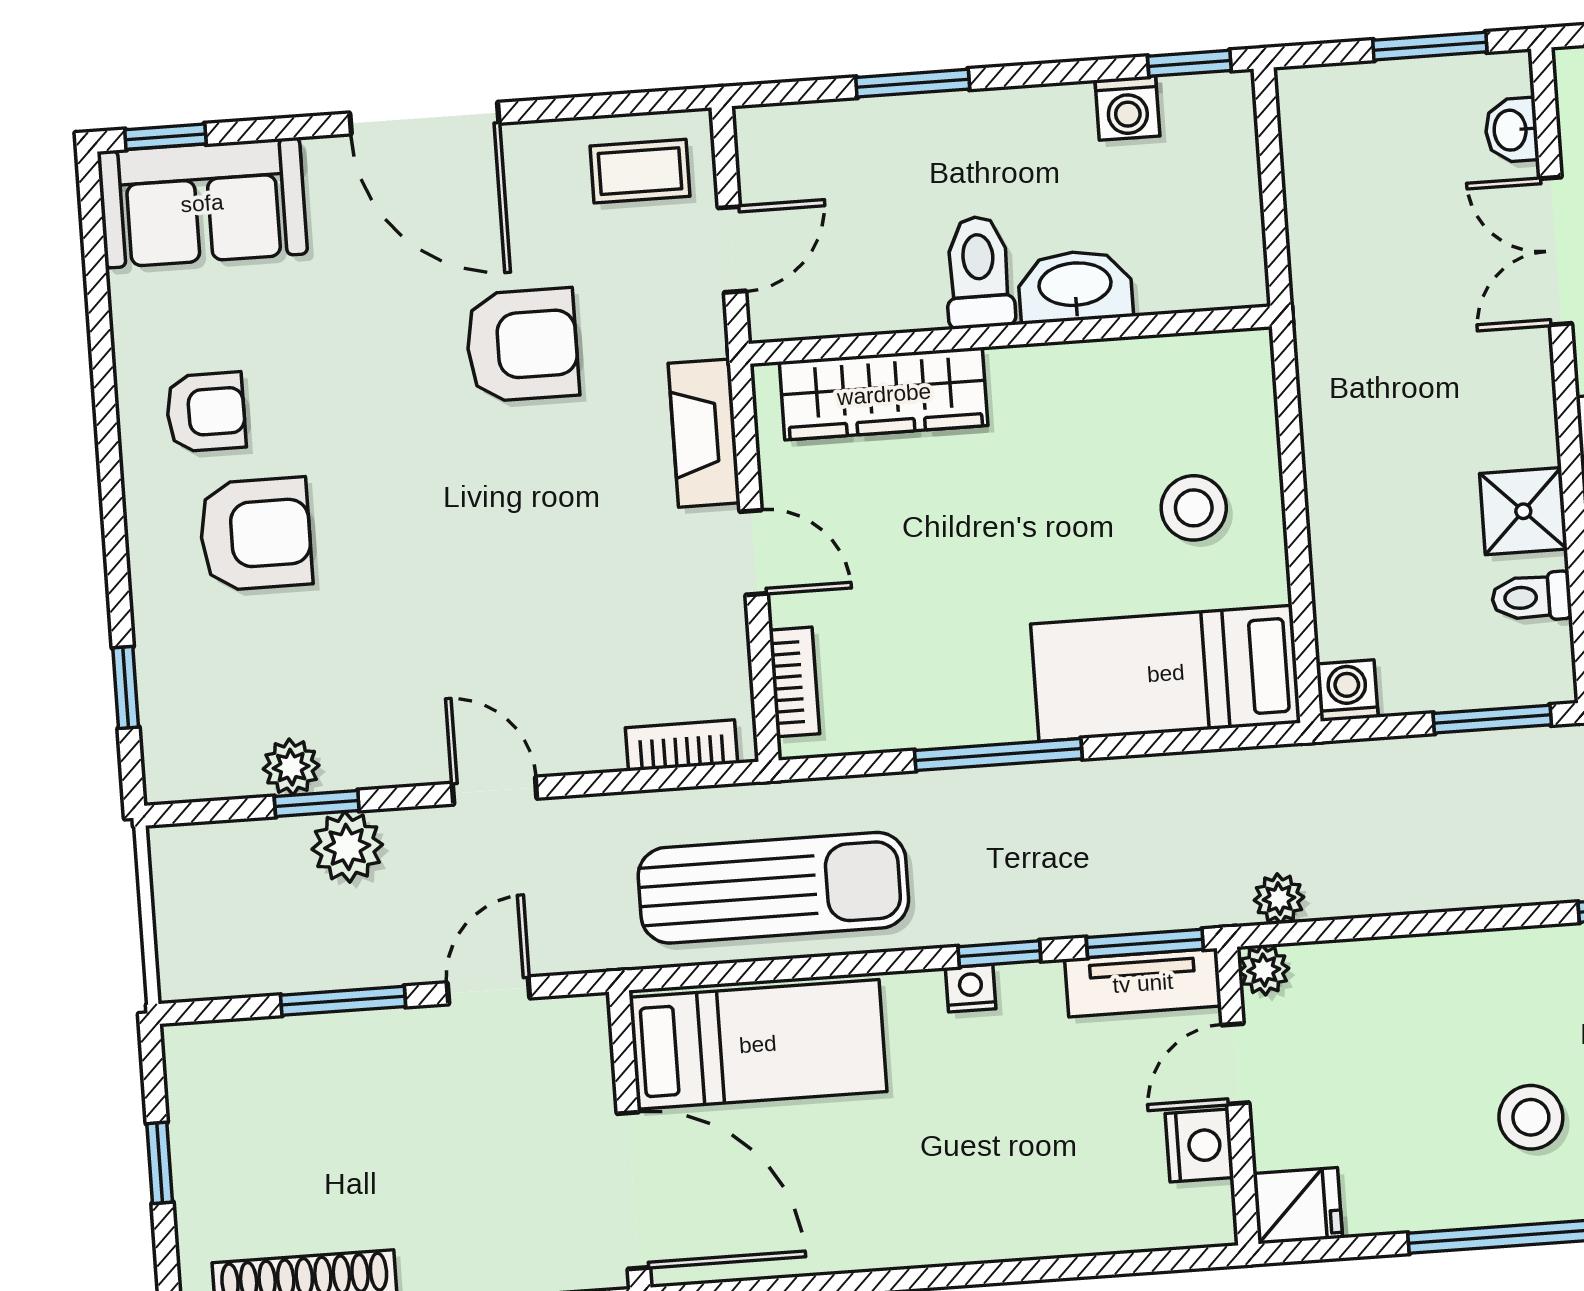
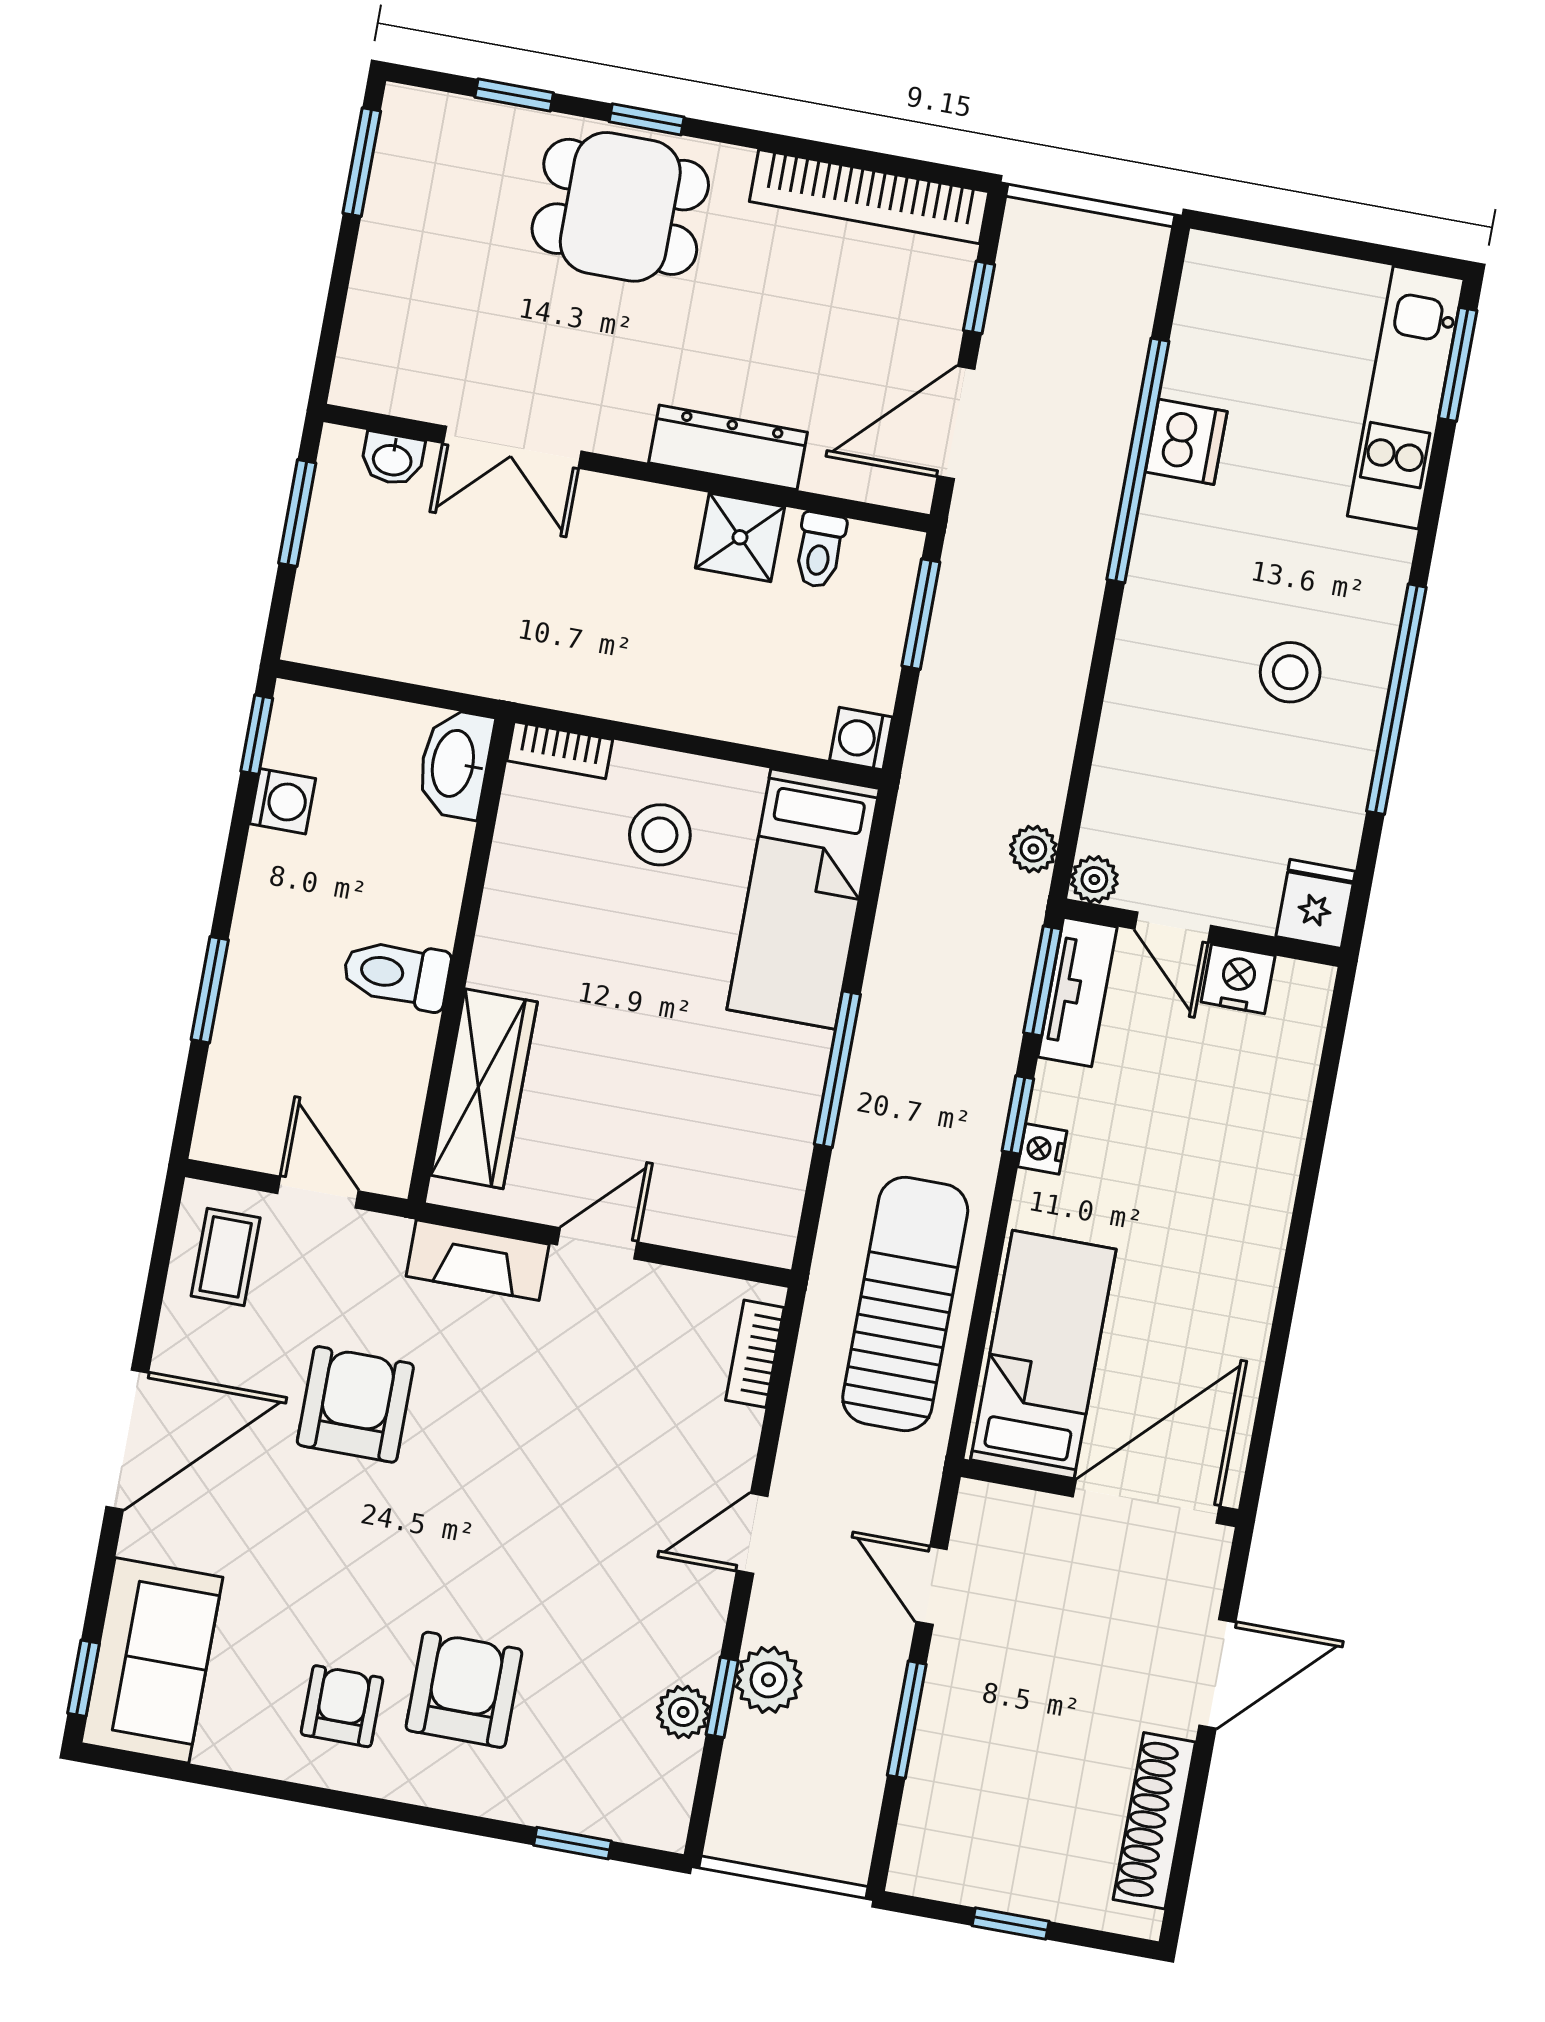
washbasin: (1075, 286) -> (455, 764), moved
bookcase: (794, 682) -> (560, 750), moved, turned 180

